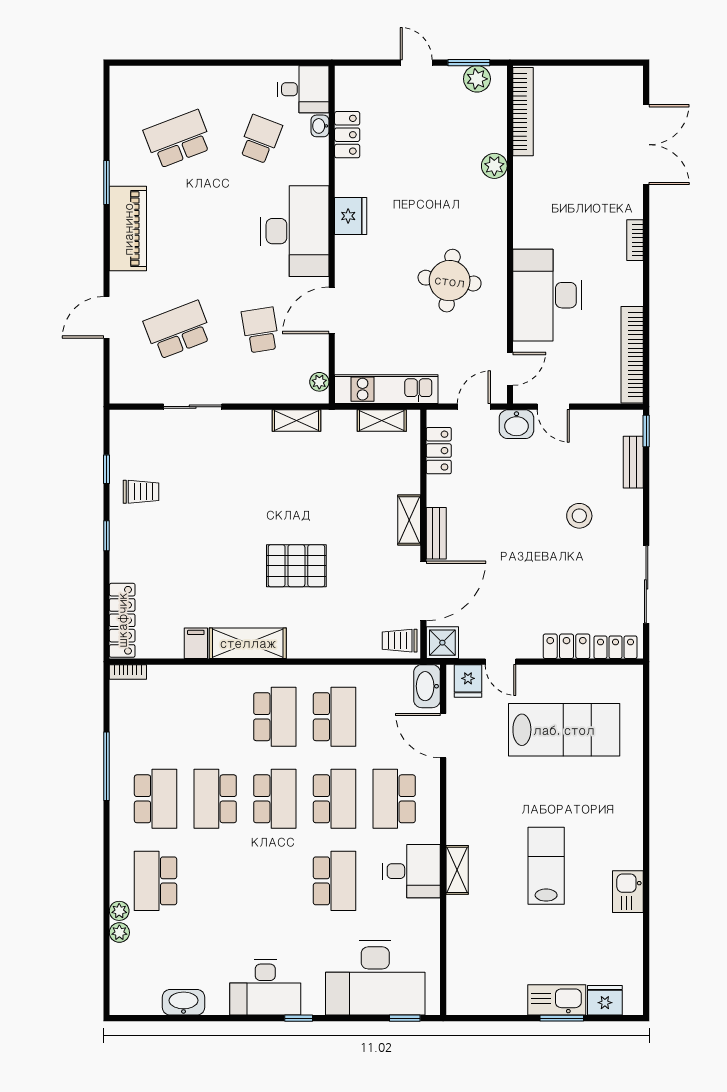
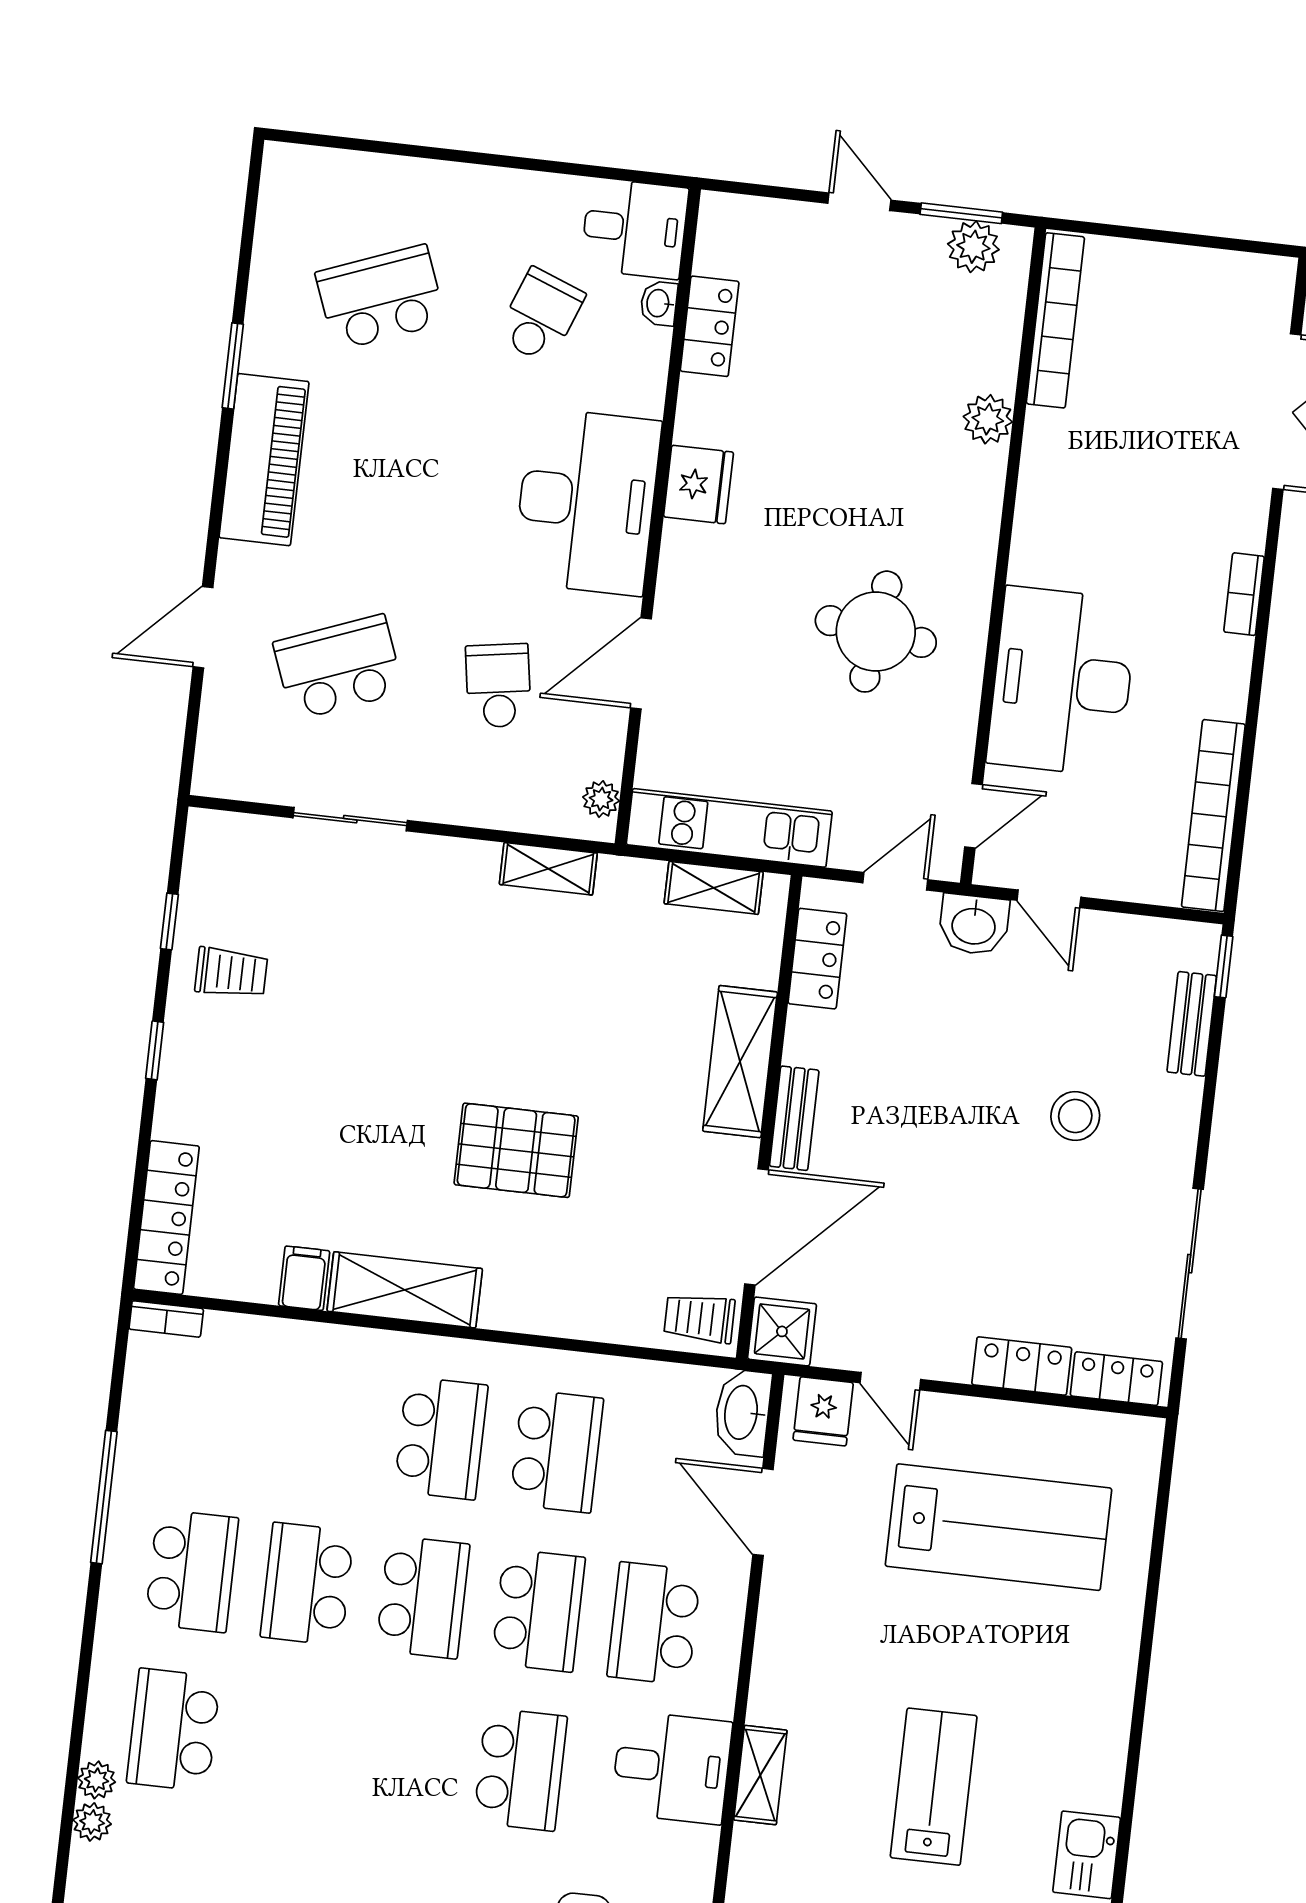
shelving: (409, 520) -> (740, 1062), width x1.50, depth x1.33

